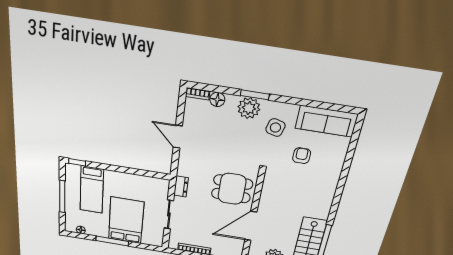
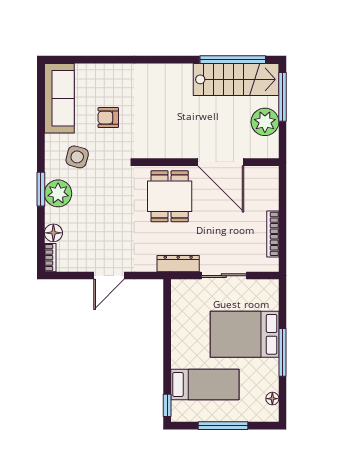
dresser: (181, 186) -> (178, 264), width x1.44

